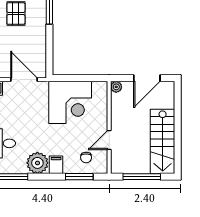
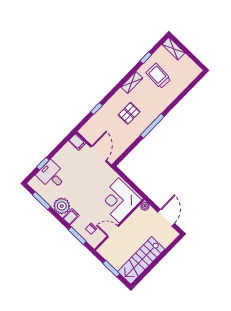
door: (147, 78) -> (166, 218), swing flipped
corner desk: (70, 102) -> (119, 200), moved, turned 90
window: (142, 177) -> (111, 269), width x0.69

